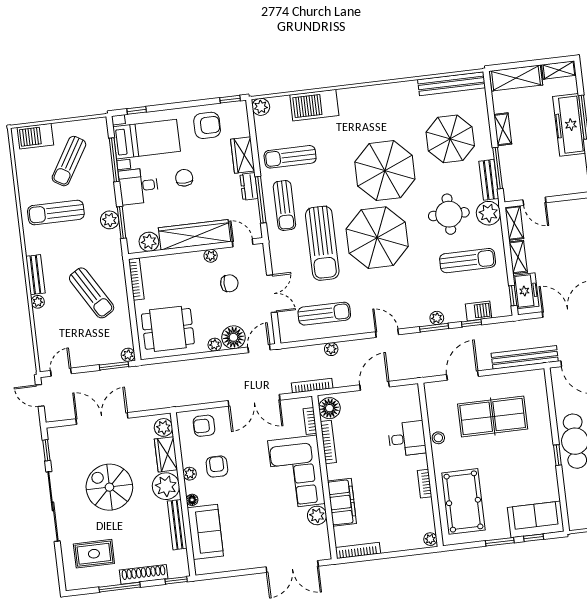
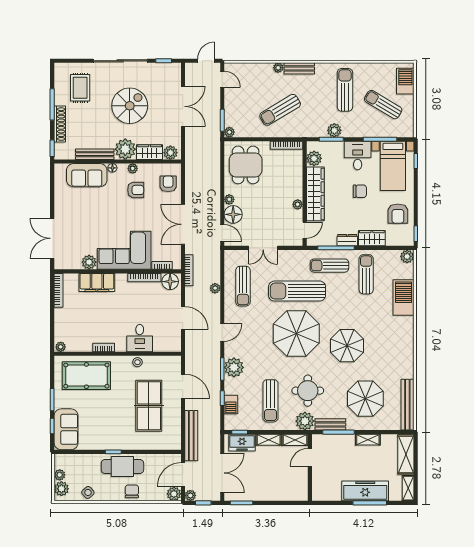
parasol: (385, 171) -> (347, 346), width x0.73, depth x0.73
chair: (229, 283) -> (275, 216), removed
plant: (437, 318) -> (234, 367), width x1.88, depth x1.88

